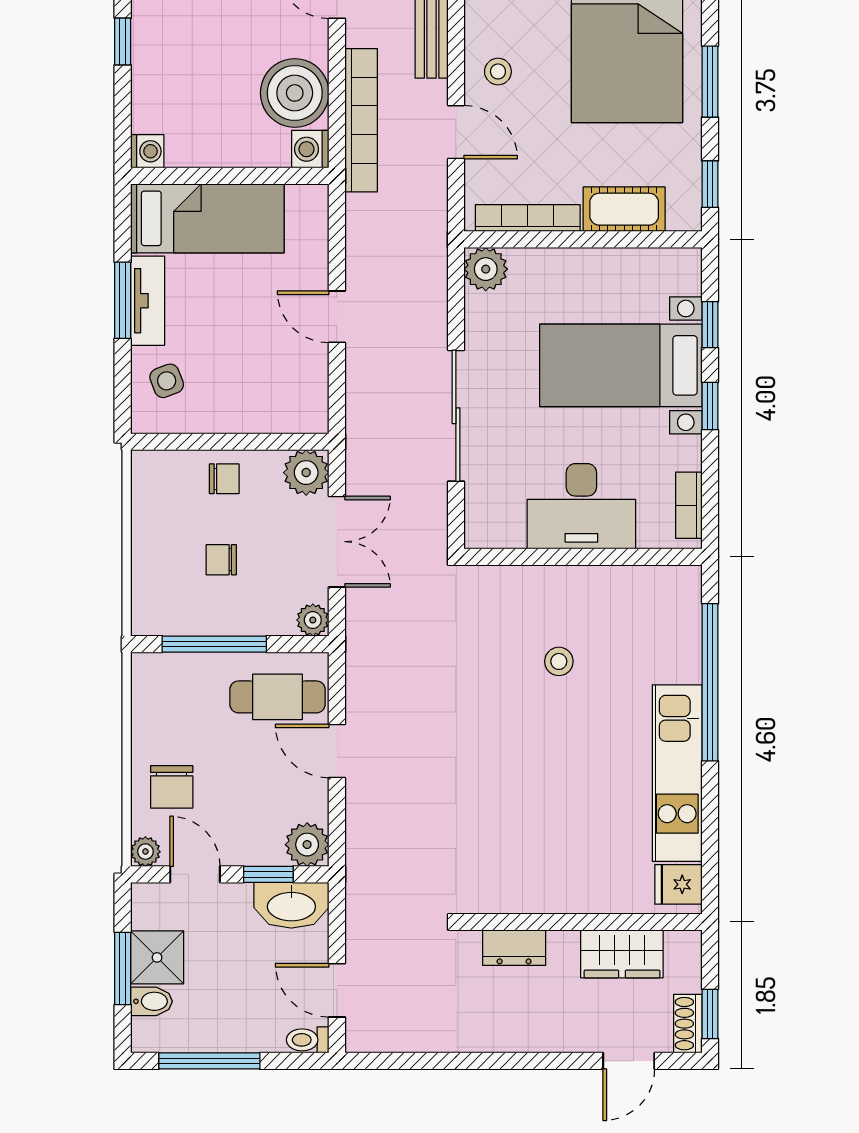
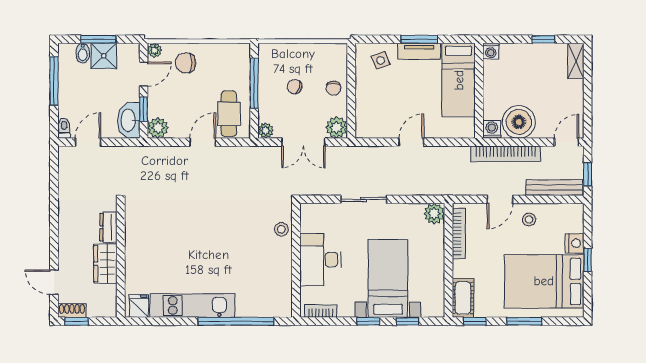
cot: (624, 209) -> (463, 298), moved
sliding door: (456, 416) -> (364, 199), width x0.73
chair: (221, 560) -> (295, 87), turned -75
stool: (559, 661) -> (281, 229), moved
wardrobe: (622, 954) -> (105, 264), moved

